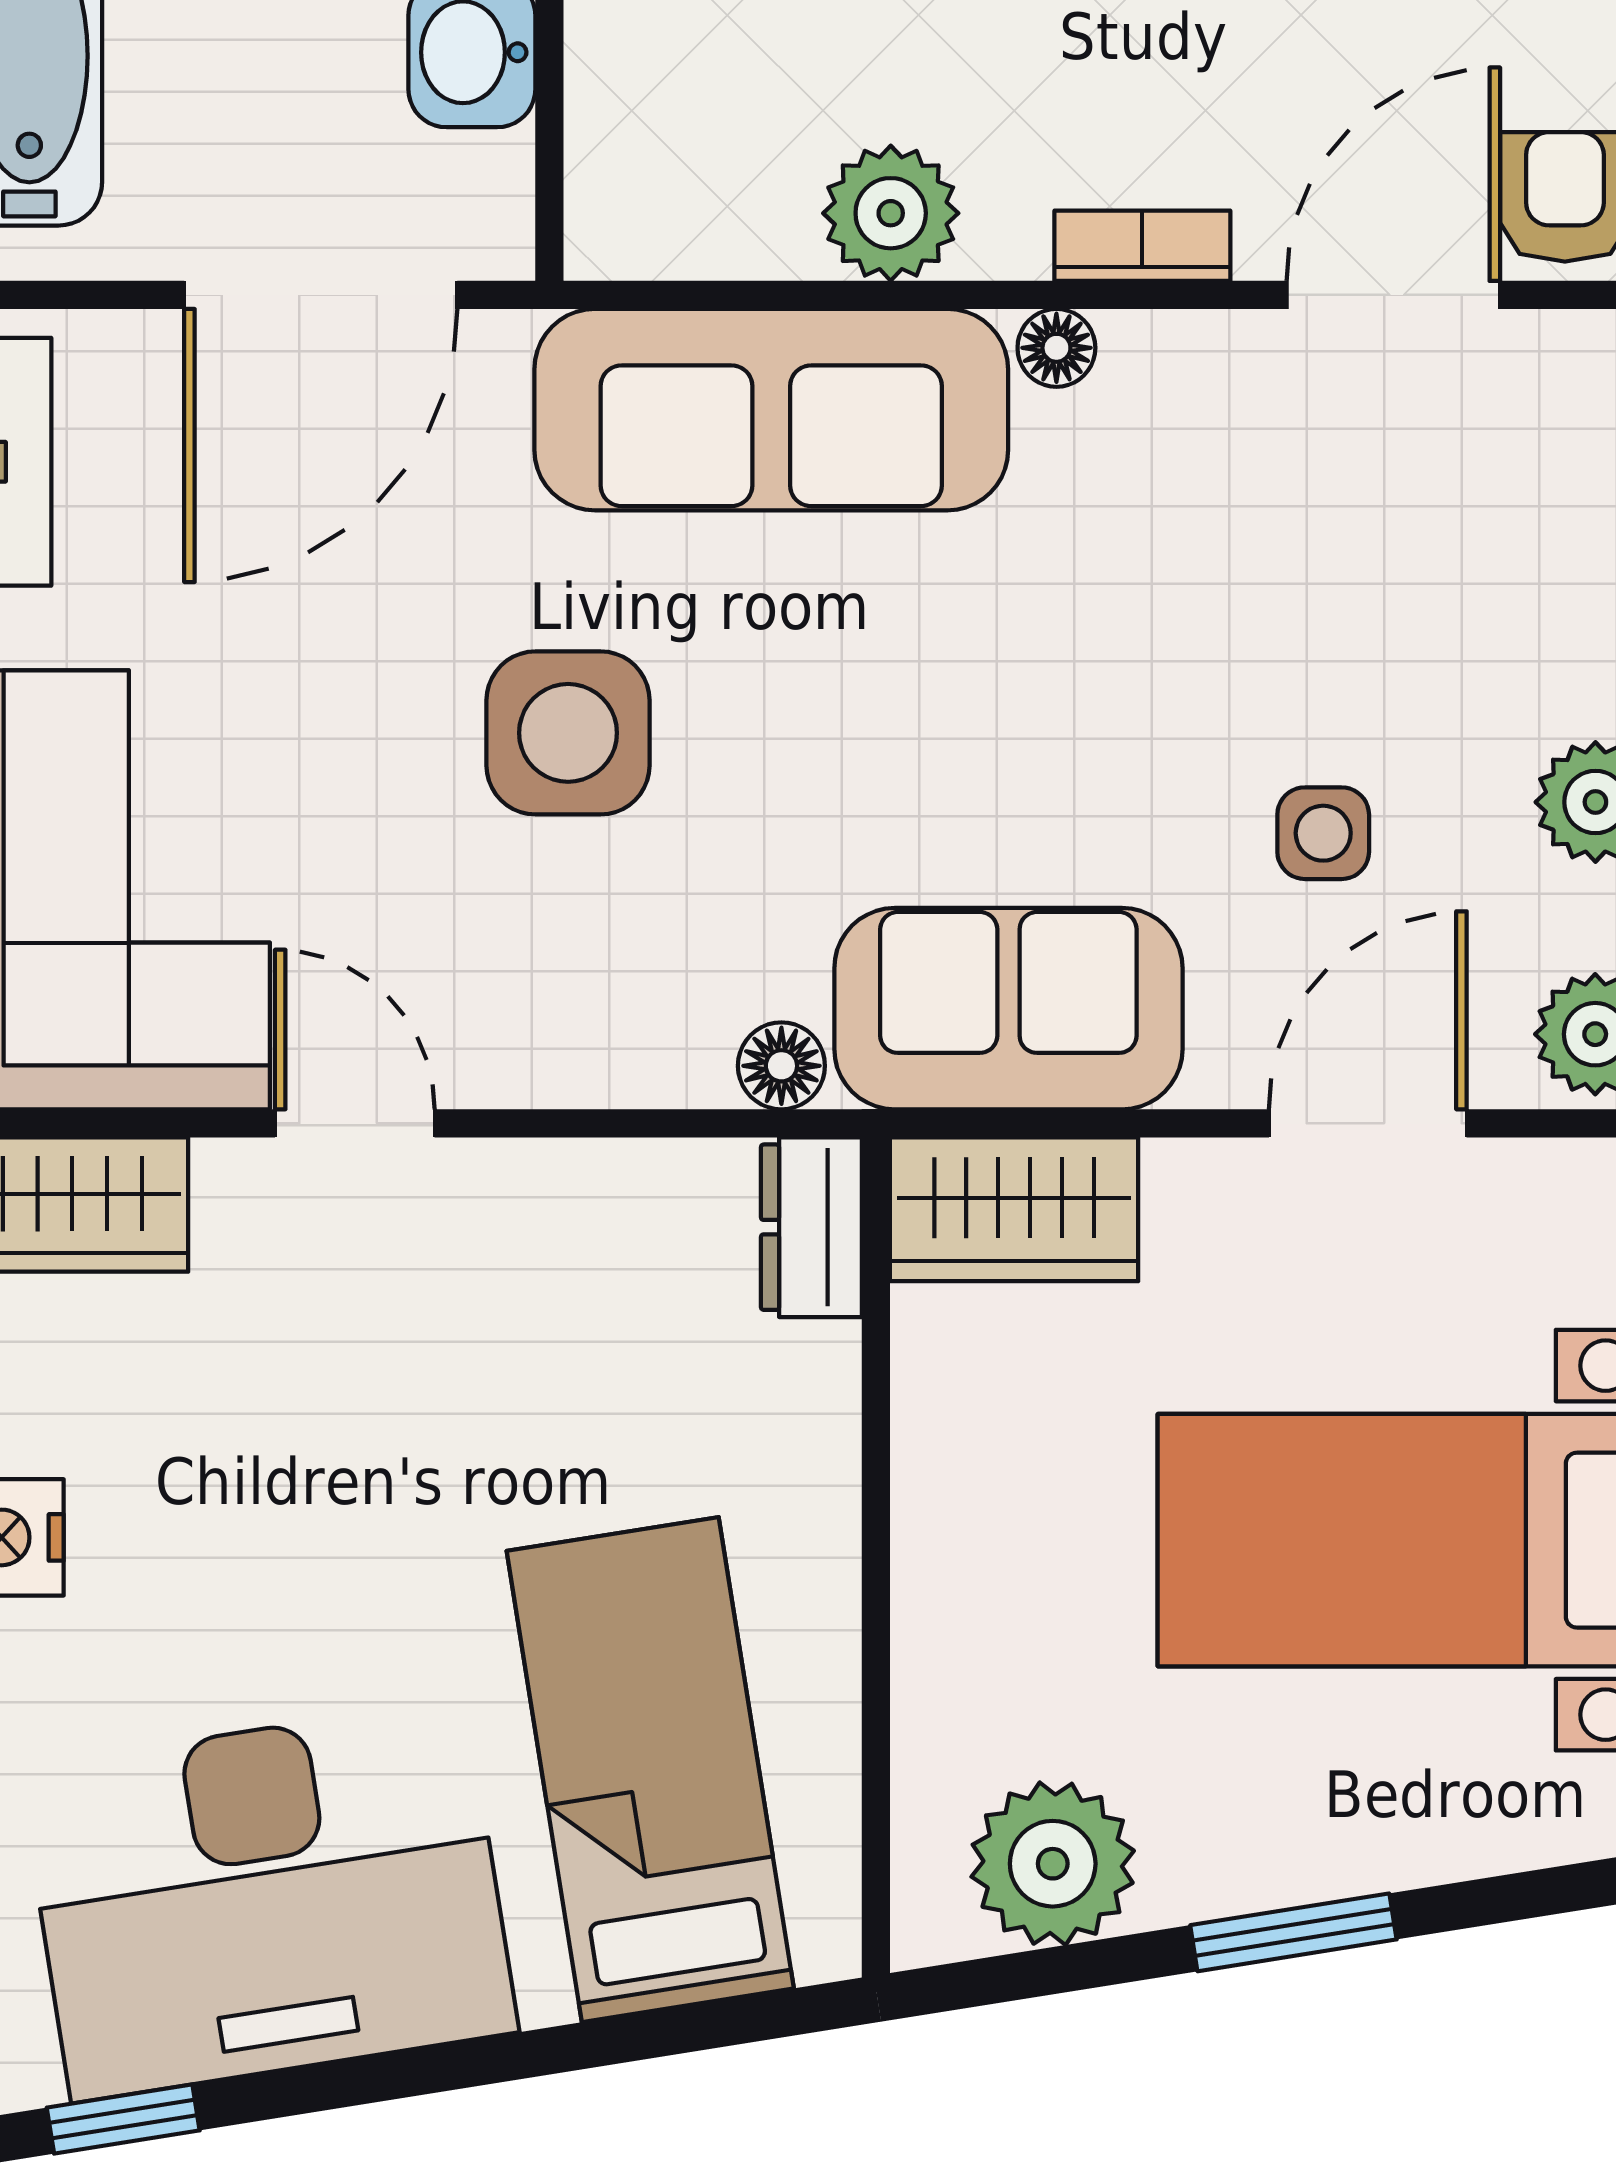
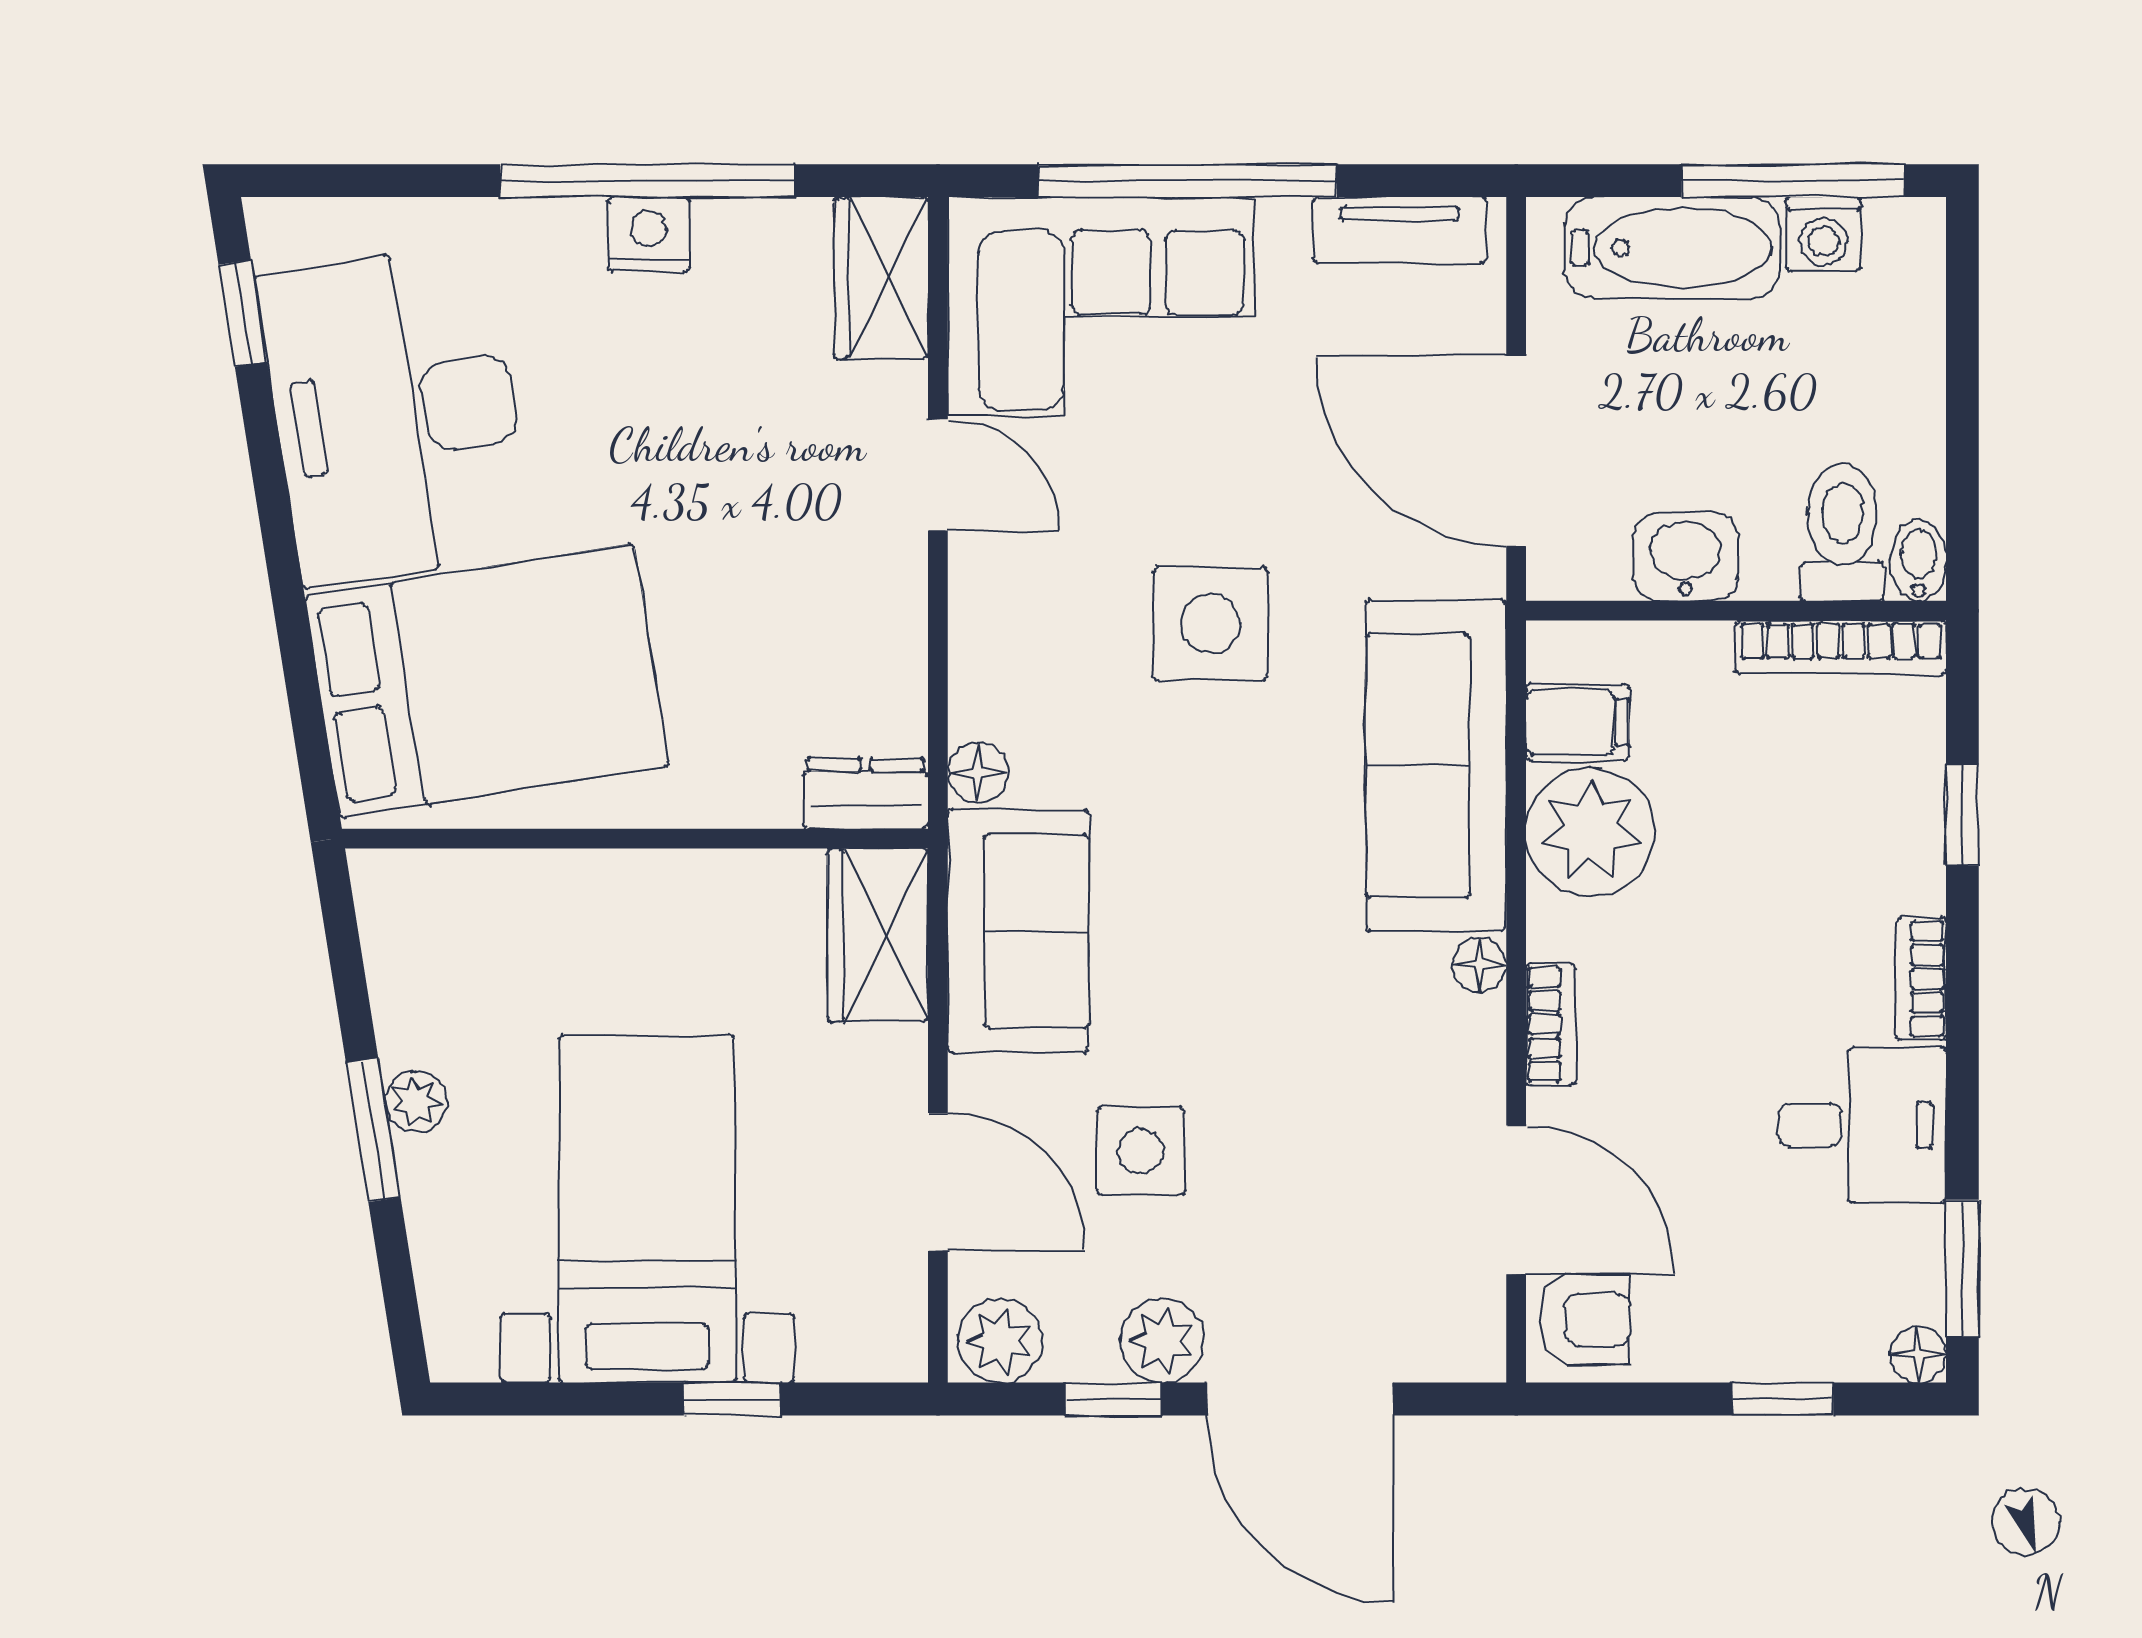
filing cabinet: (709, 207) -> (1577, 722), added
plant: (891, 213) -> (1590, 832), width x1.36, depth x1.36
side table: (1323, 833) -> (1140, 1151), width x1.37, depth x1.37
door: (355, 1123) -> (938, 475), hinge flipped
bed: (650, 1770) -> (487, 681), width x1.50
plant: (1053, 1864) -> (416, 1101), moved, width x0.53, depth x0.53

